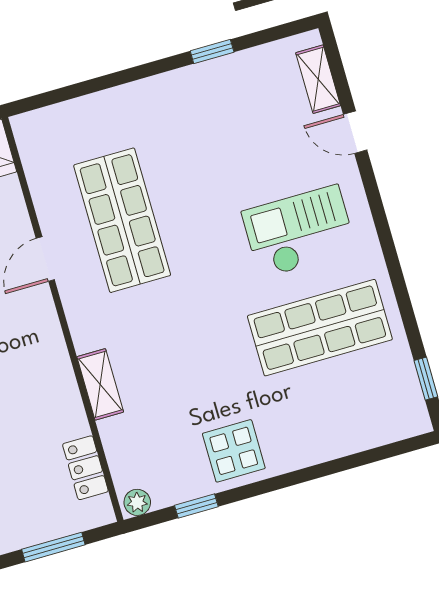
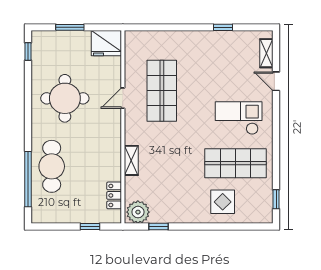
display table: (234, 451) -> (223, 202), moved
plant: (137, 502) -> (138, 212), width x1.88, depth x1.88
window: (53, 547) -> (90, 226), width x0.67

